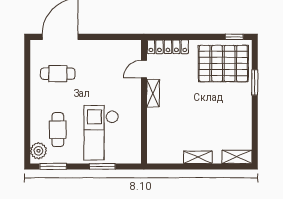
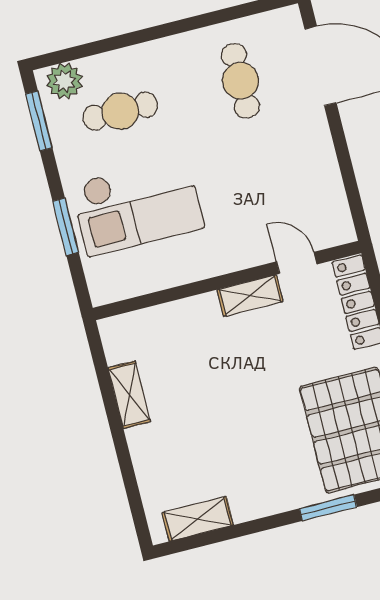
checkout: (101, 133) -> (137, 206), turned 180
shelving: (198, 157) -> (129, 395), moved
shelving: (237, 157) -> (198, 519), moved, turned 90

